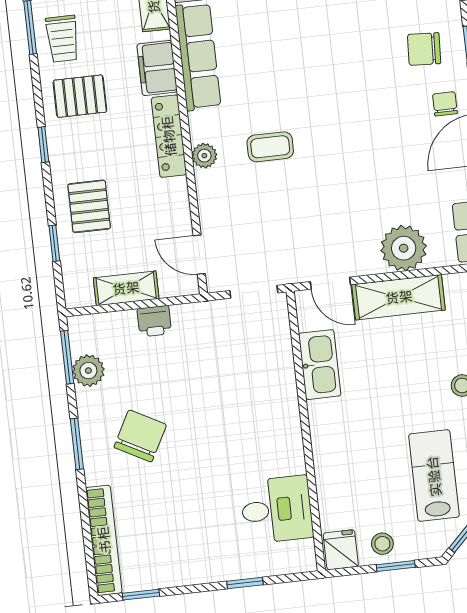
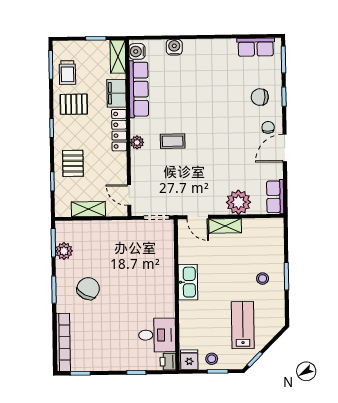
shelving: (399, 297) -> (225, 226), width x0.67, depth x0.75
printer: (154, 321) -> (168, 362), moved, turned 90
kitchen sink: (320, 365) -> (188, 282), moved

